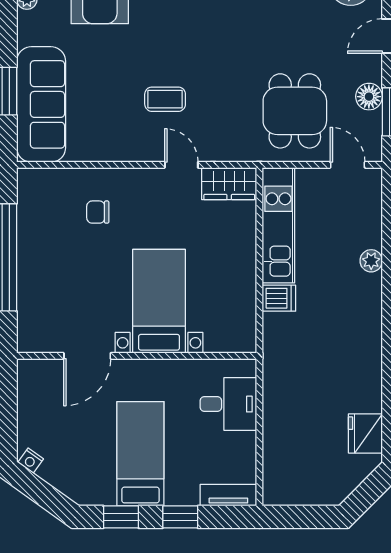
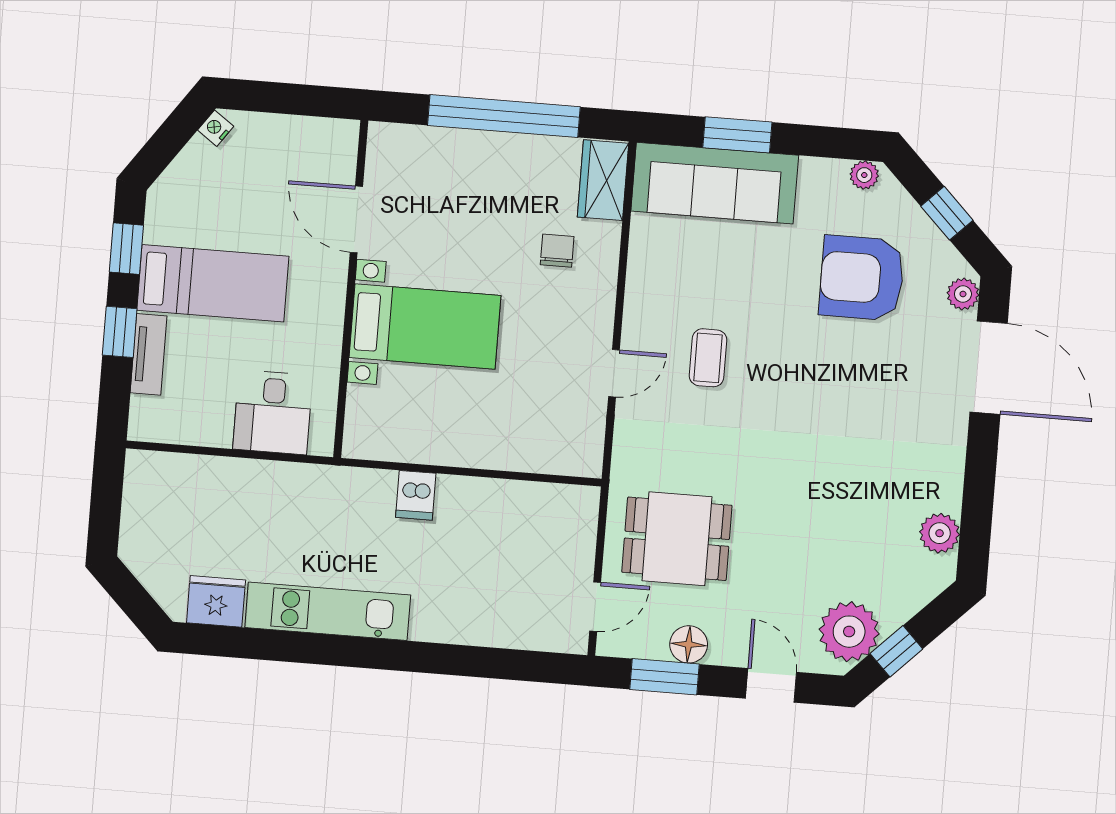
wardrobe: (229, 184) -> (603, 180), moved
kitchen unit: (278, 225) -> (328, 611), moved, turned 180
plant: (371, 261) -> (458, 629), removed
tv unit: (228, 495) -> (149, 354), moved

